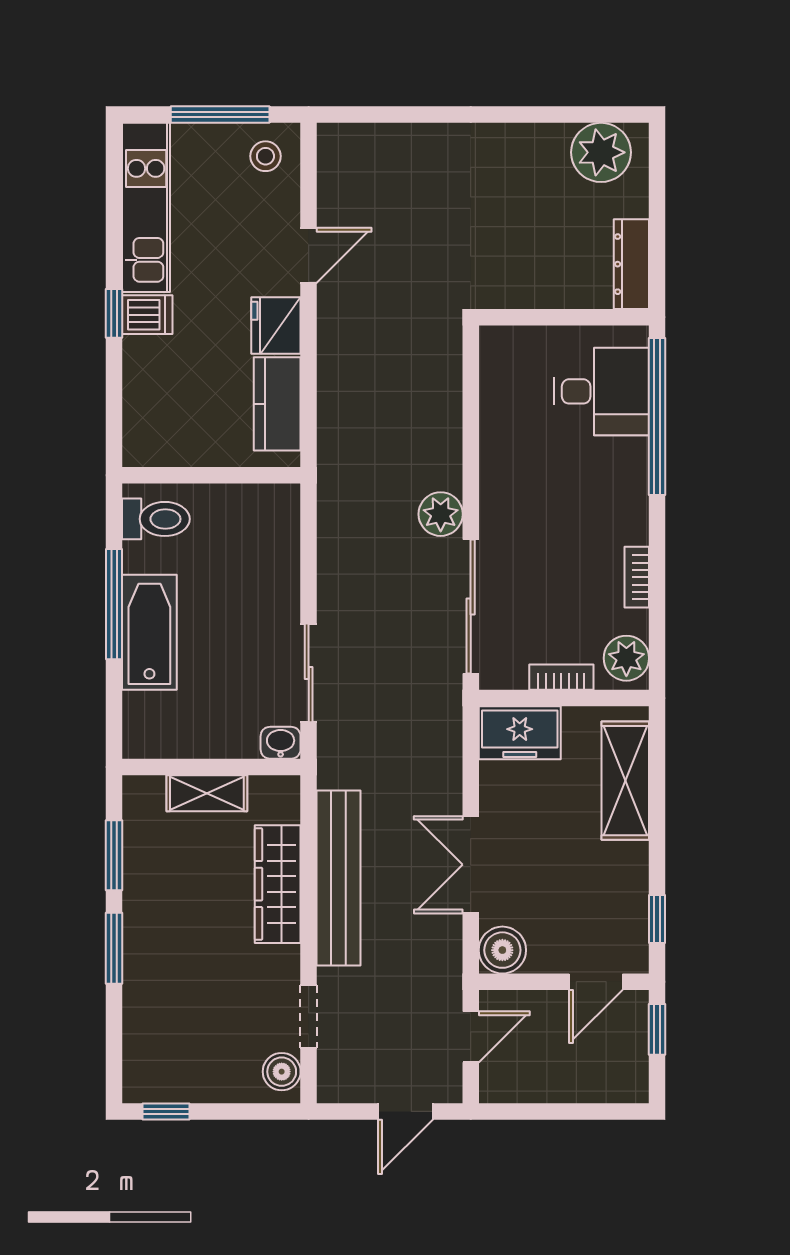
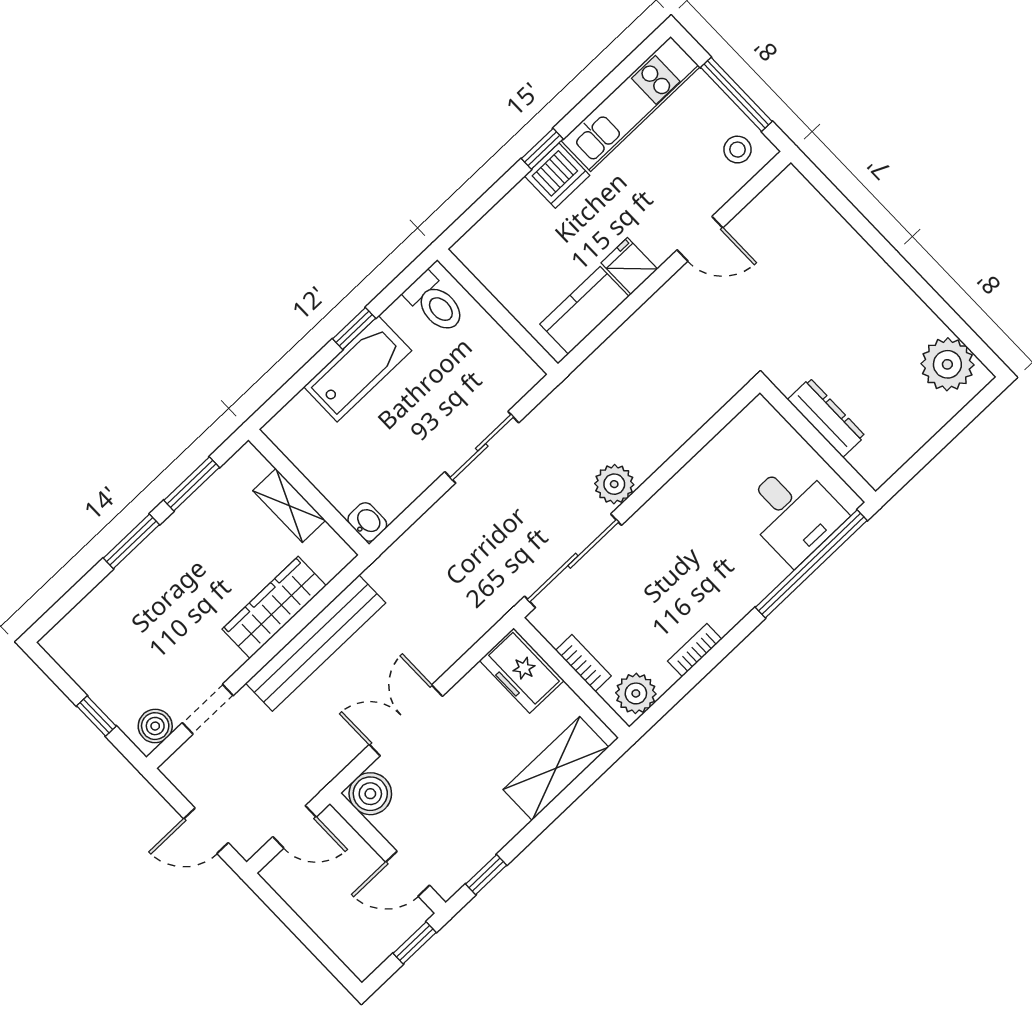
dresser: (631, 264) -> (826, 418), moved, turned 90
dishwasher: (147, 315) -> (557, 176), width x1.38
fridge: (276, 326) -> (629, 266), width x0.72
window: (114, 604) -> (354, 329), width x0.46
sliding door: (309, 673) -> (482, 447), moved
window: (166, 1111) -> (96, 716), moved

